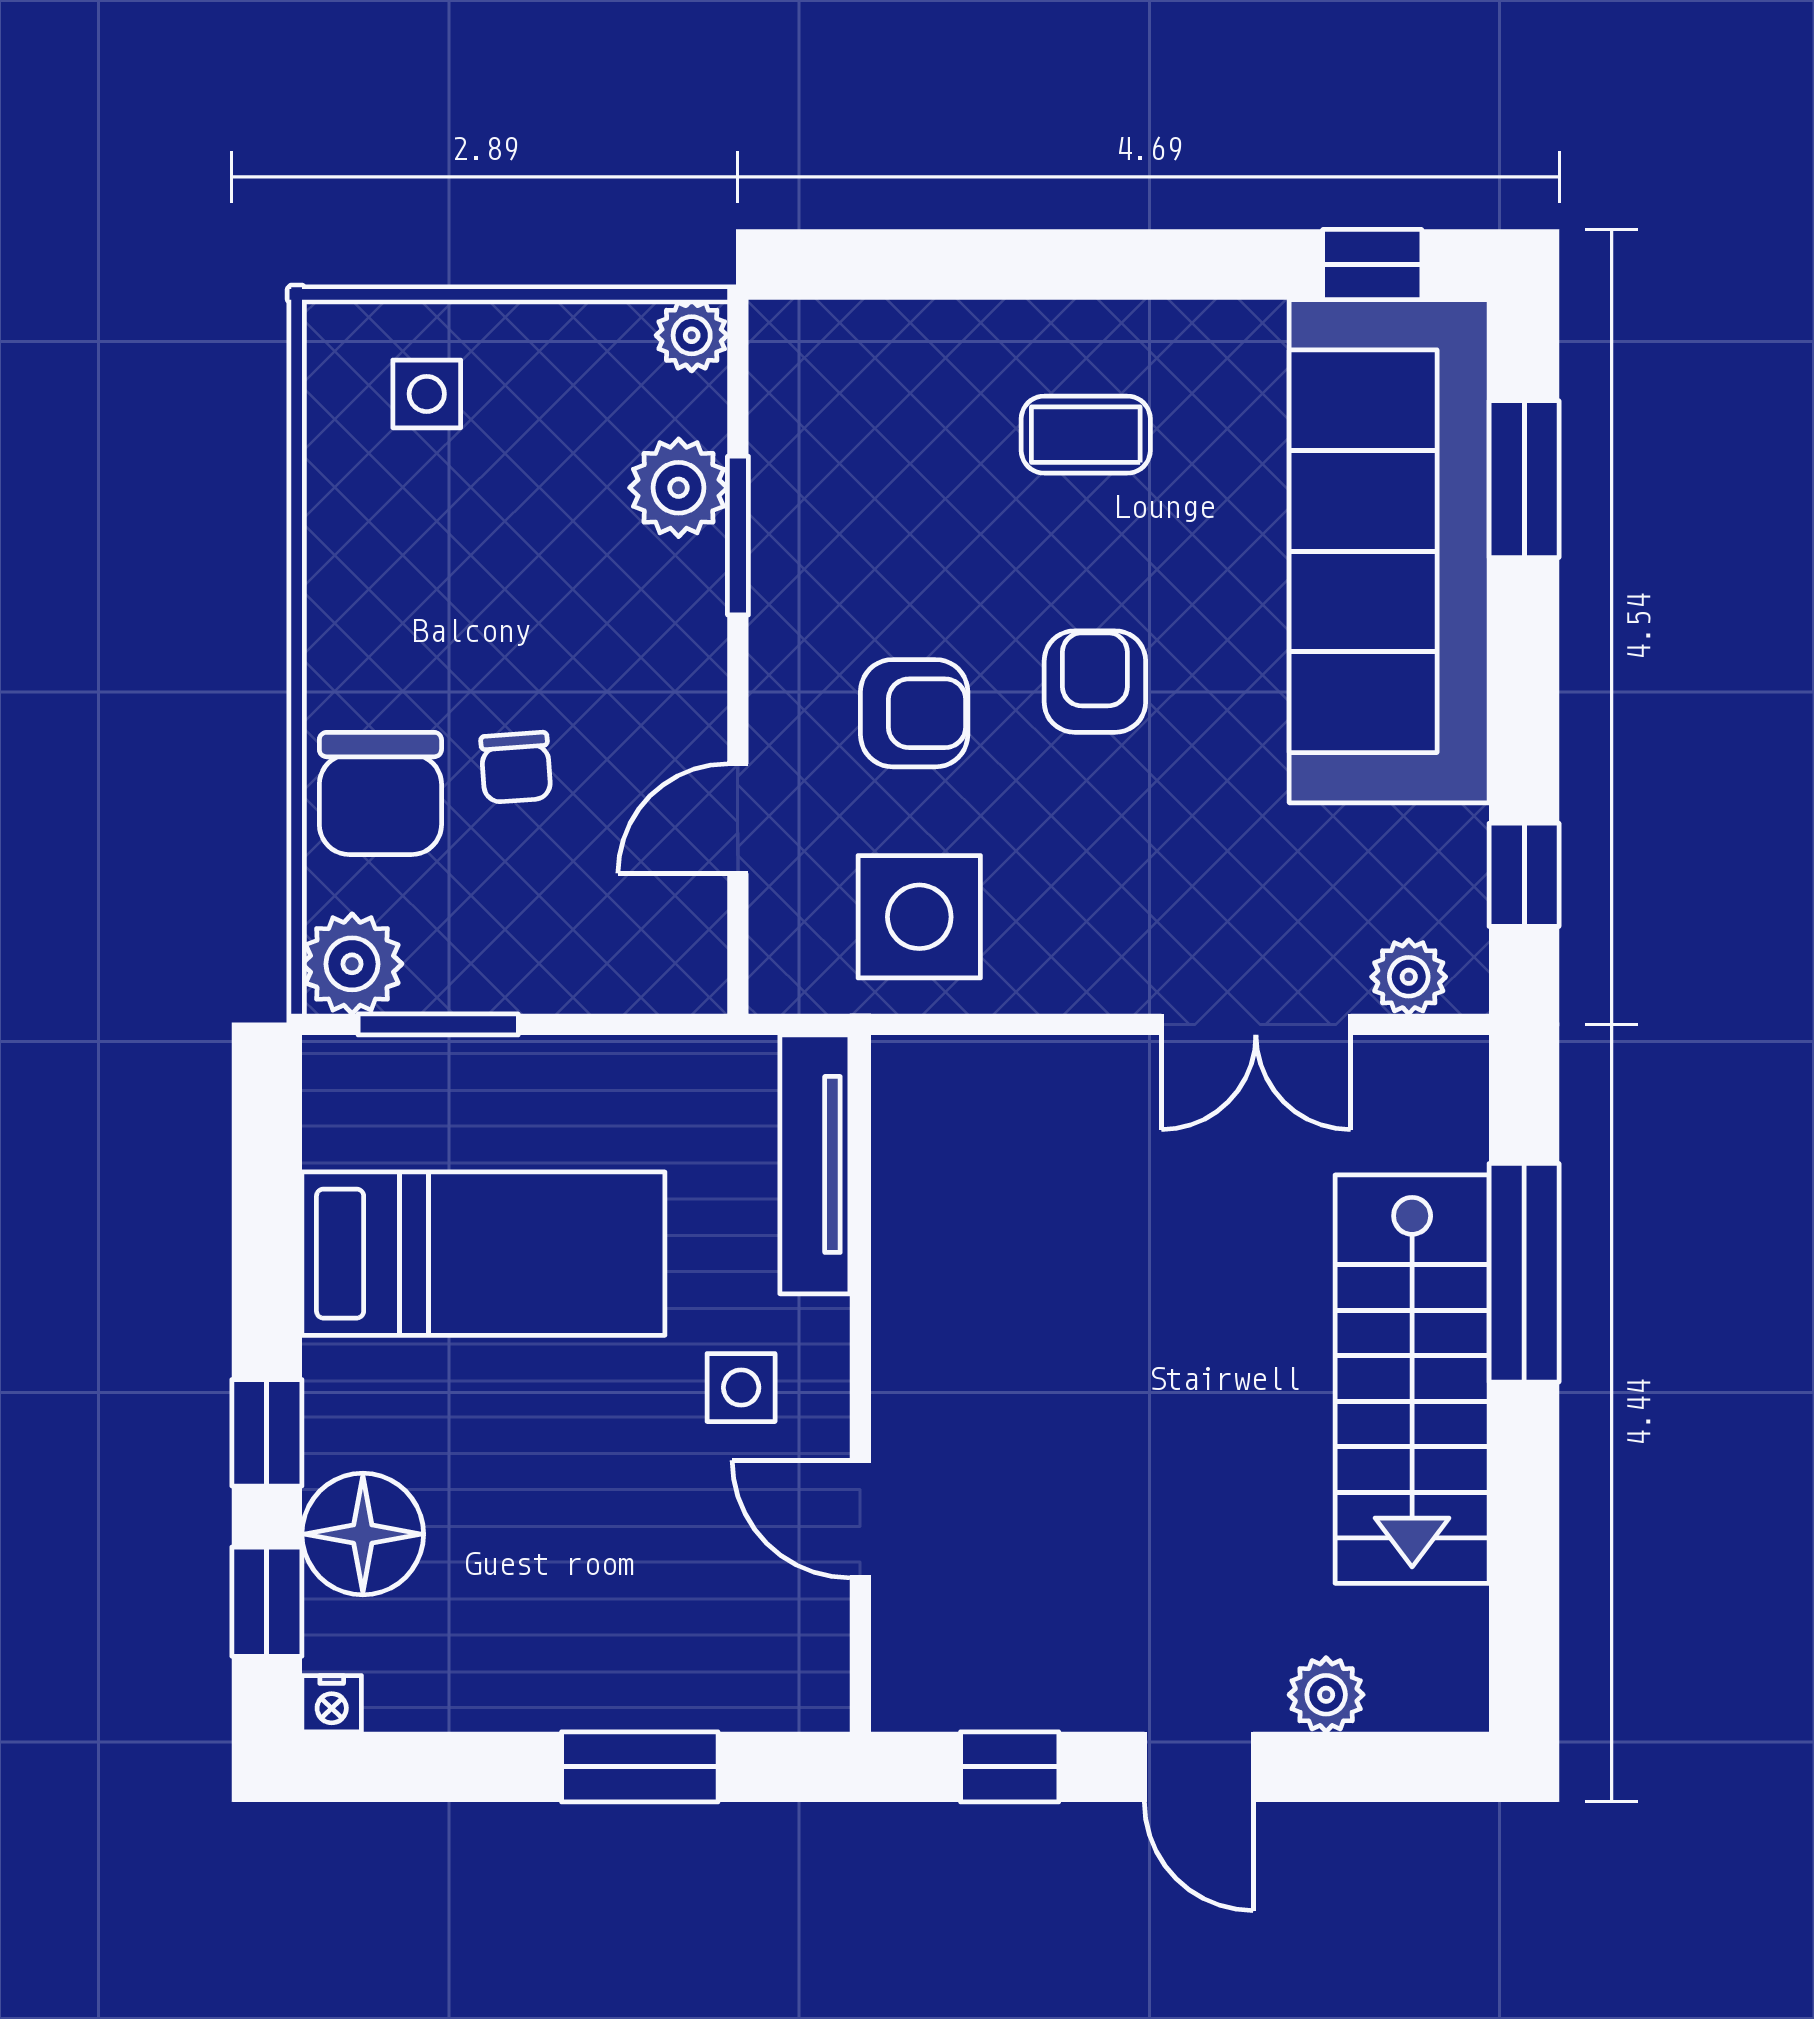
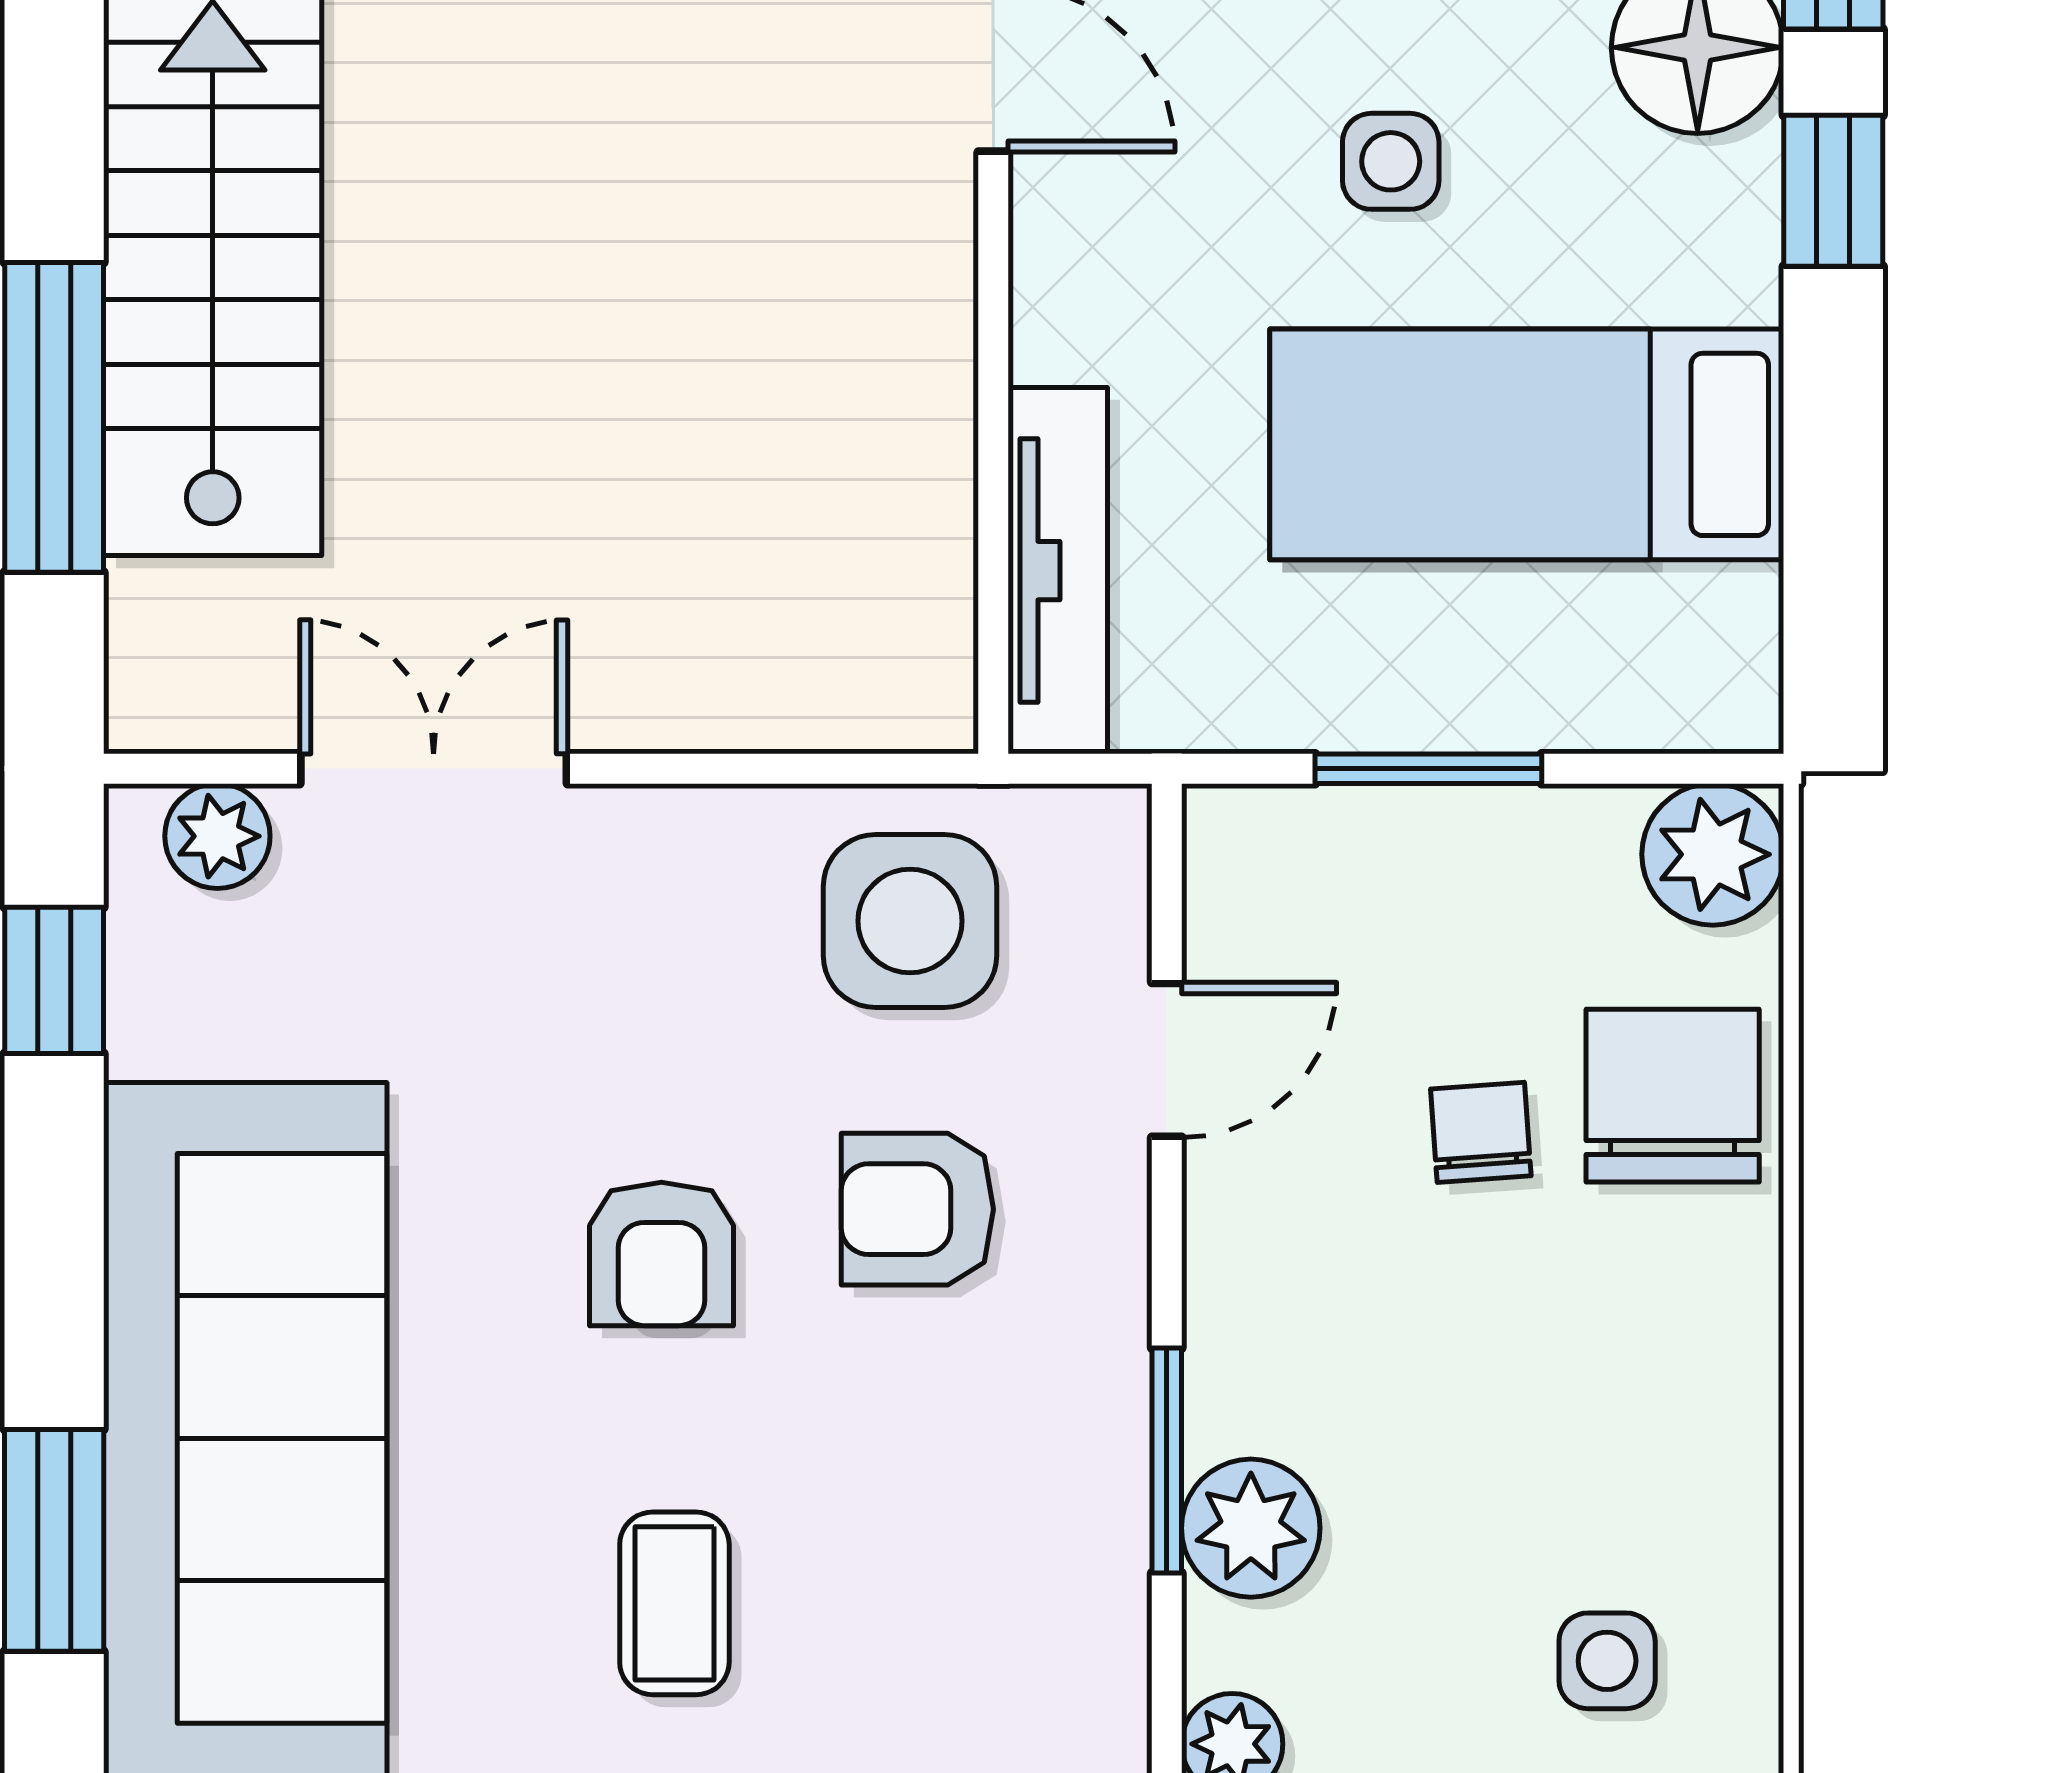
coffee table: (1086, 435) -> (674, 1603), turned 90
window: (438, 1024) -> (1428, 769), moved
side table: (741, 1388) -> (1391, 161), moved

